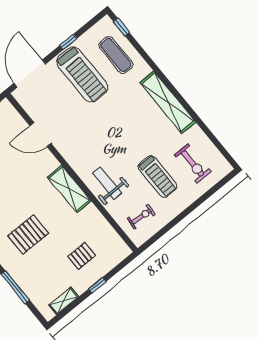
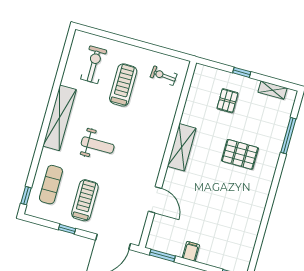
treadmill: (82, 74) -> (85, 200), width x0.73, depth x0.73
weight bench: (107, 183) -> (98, 145), moved, turned -90
pallet: (82, 256) -> (227, 101), turned 90

